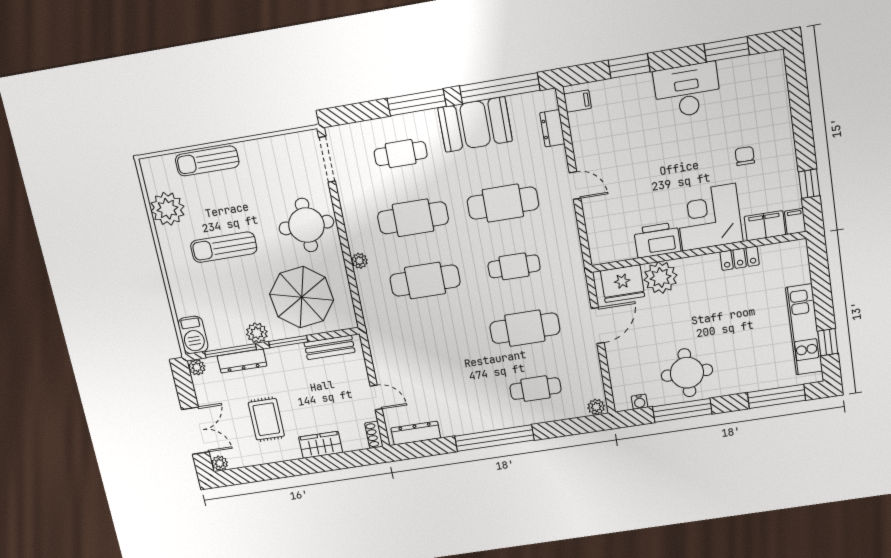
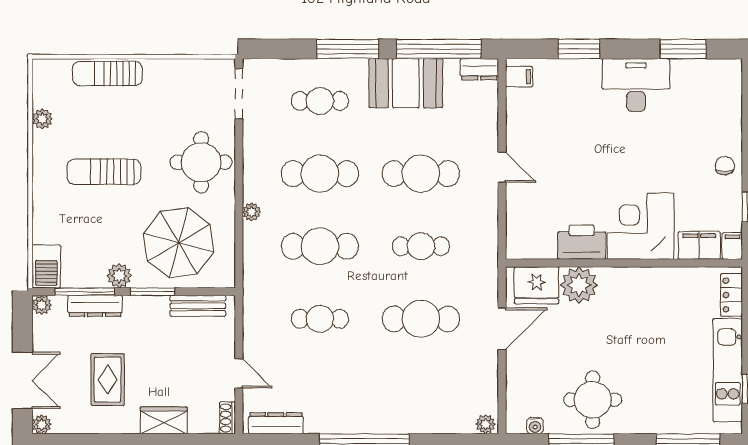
dresser: (552, 128) -> (479, 69), moved, turned -90
chair: (745, 156) -> (725, 166), moved
plant: (167, 209) -> (42, 119), width x0.53, depth x0.53
locker: (740, 258) -> (731, 295), moved, turned 90
cafe table: (535, 389) -> (320, 319), moved

